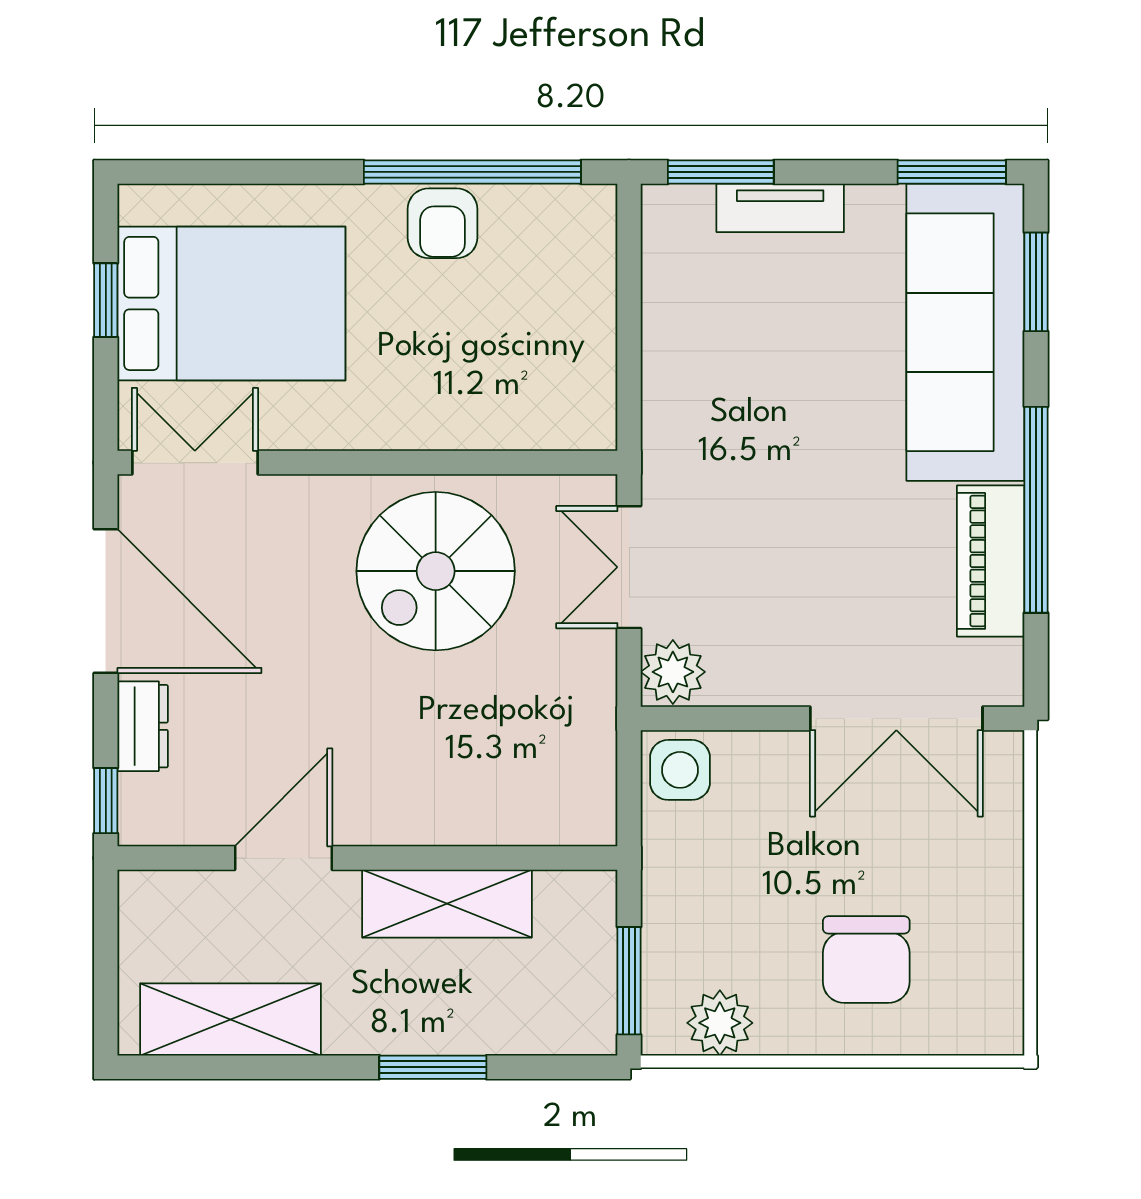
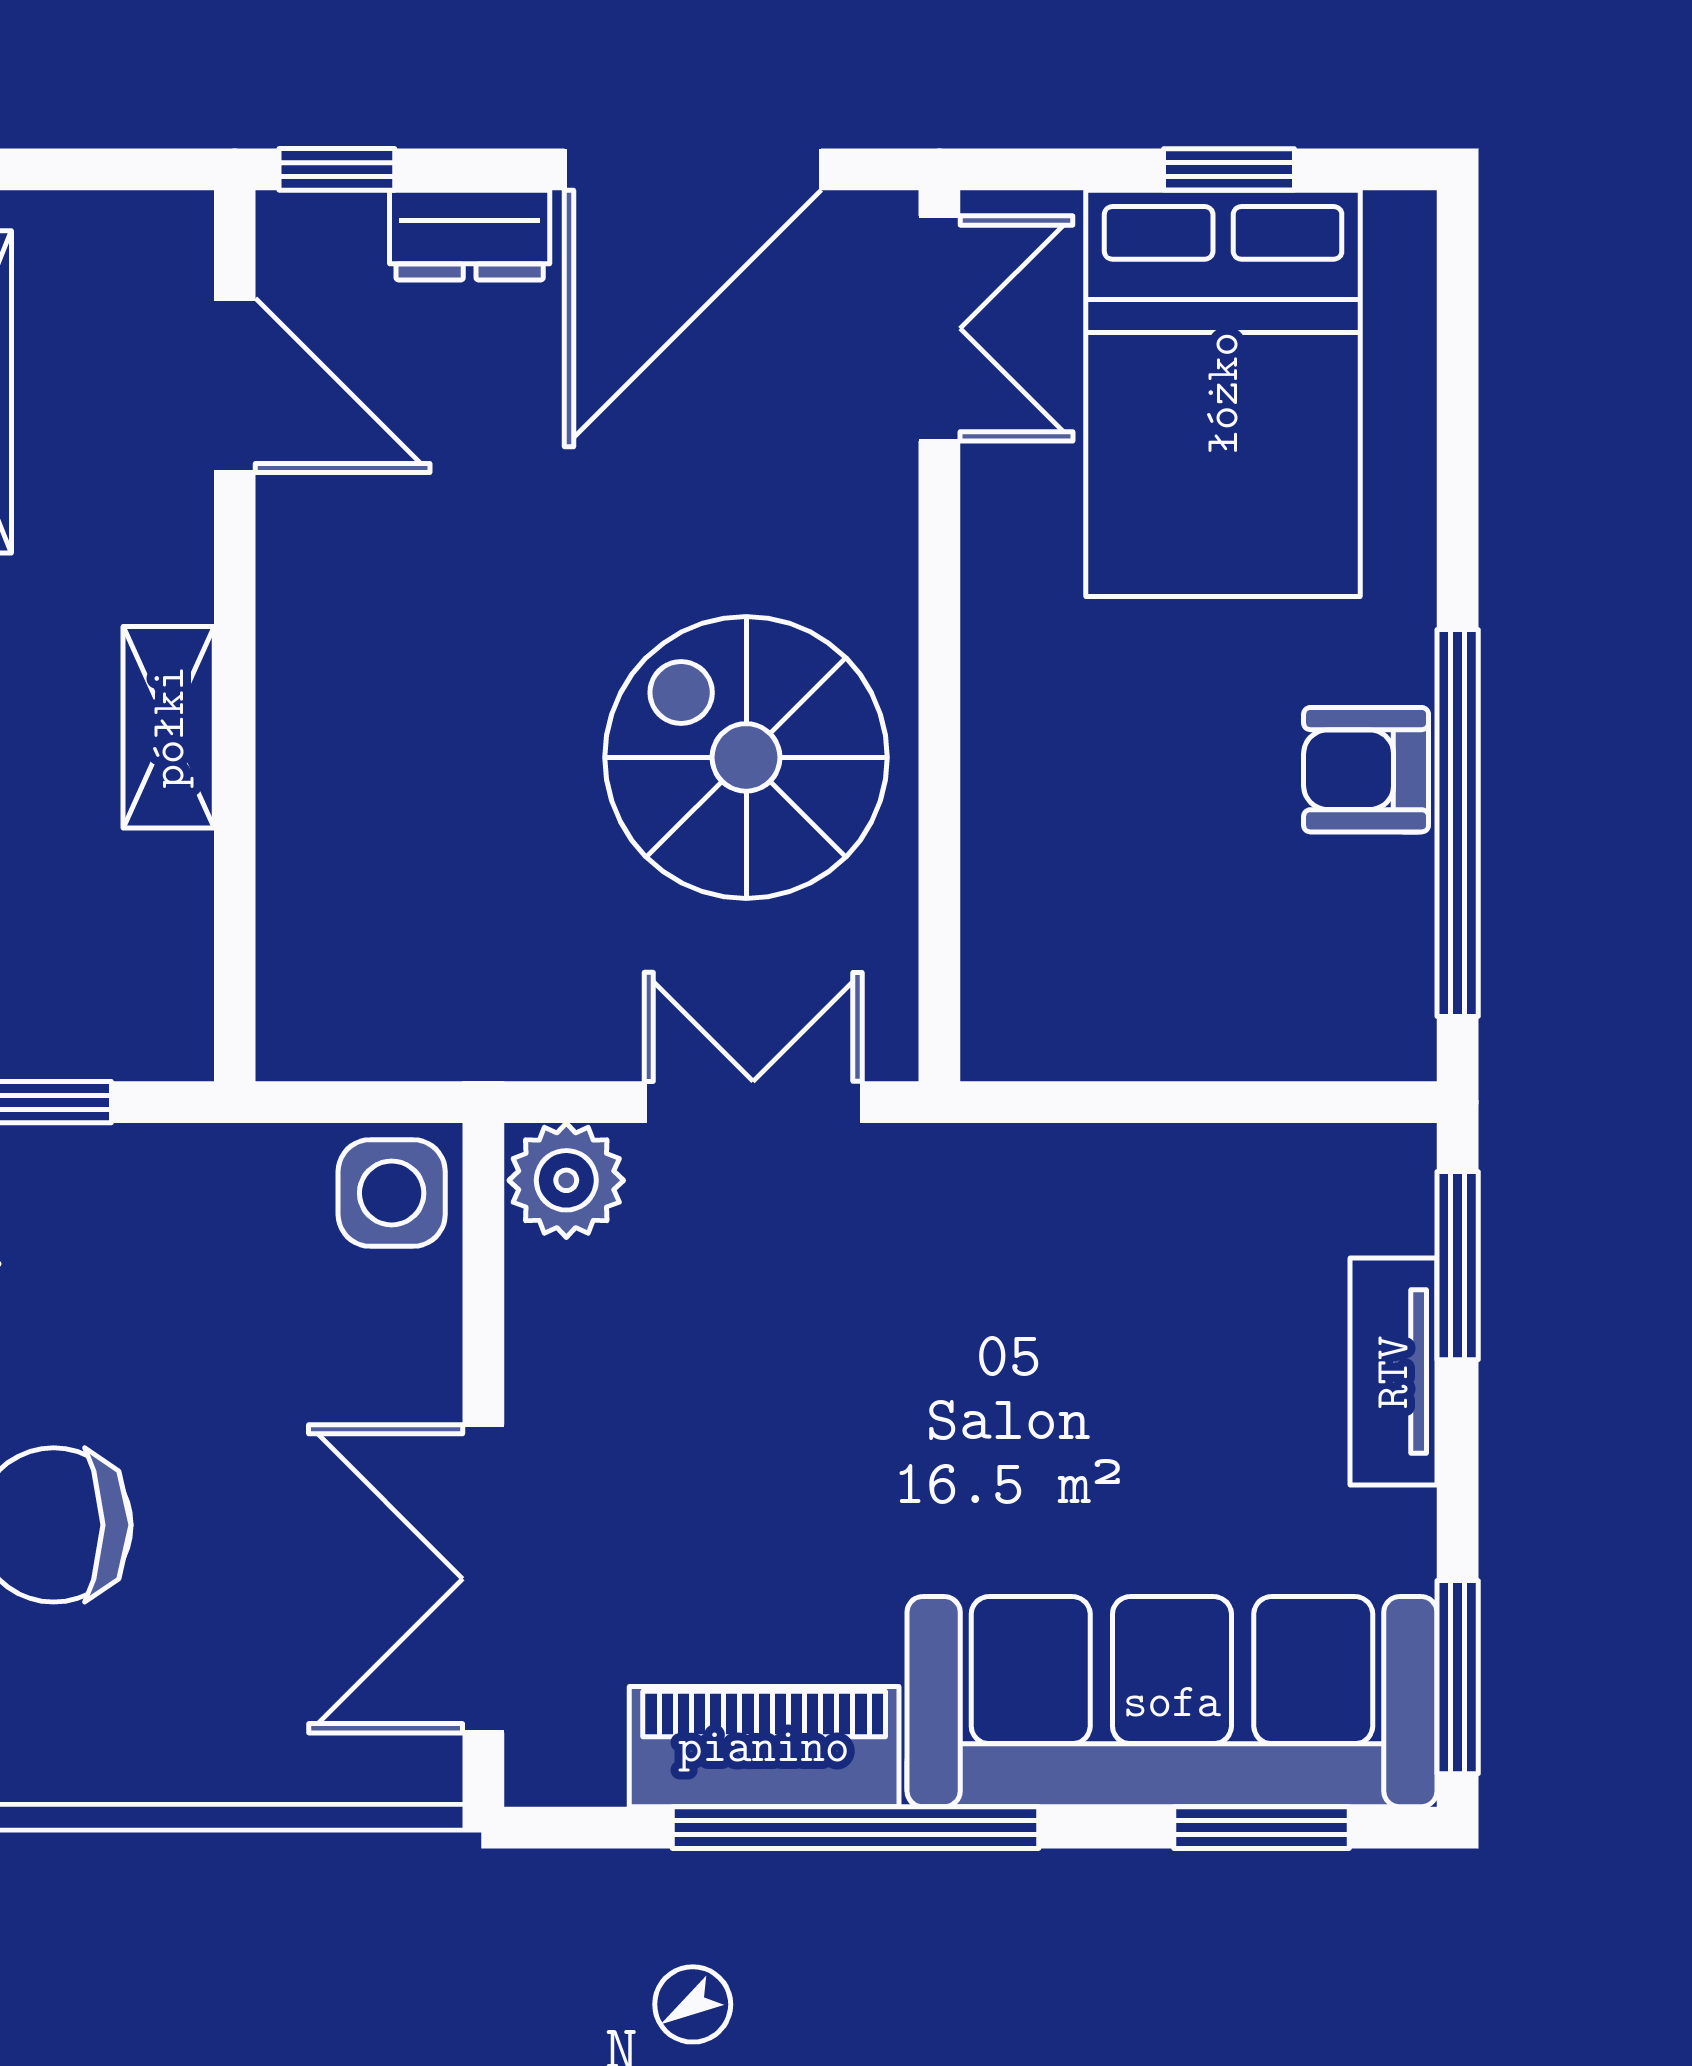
door: (283, 858) -> (235, 385), moved
shelving: (447, 904) -> (169, 727), width x0.67, depth x0.75

